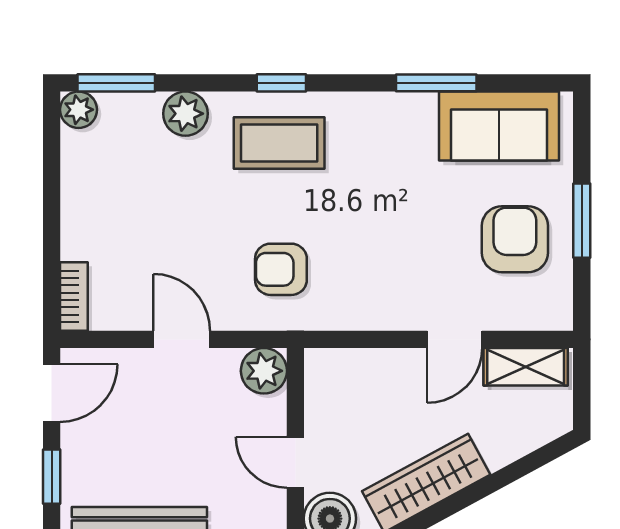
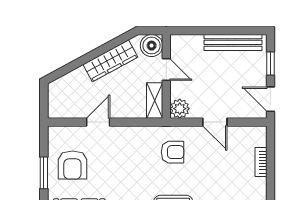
bookcase: (74, 296) -> (261, 162), moved
shelving: (526, 367) -> (155, 101), moved, turned 90
door: (52, 393) -> (270, 99), hinge flipped

